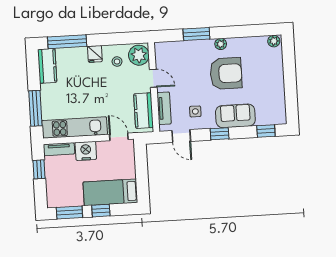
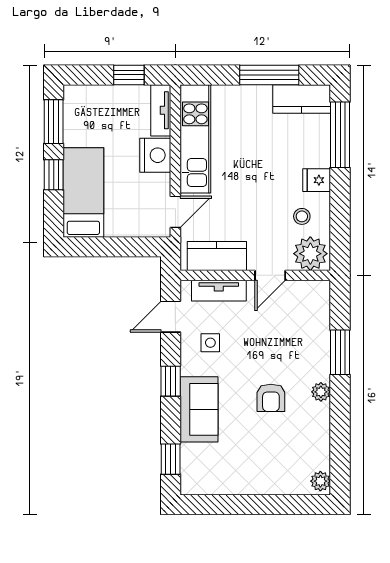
armchair: (226, 73) -> (271, 398), width x0.53, depth x0.53
window: (35, 108) -> (269, 75), moved

